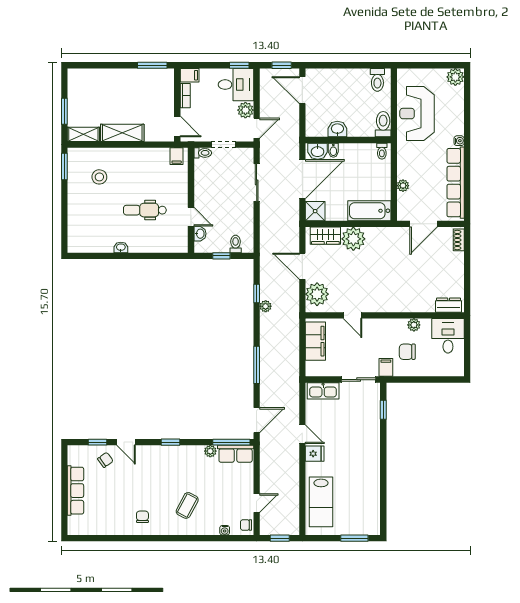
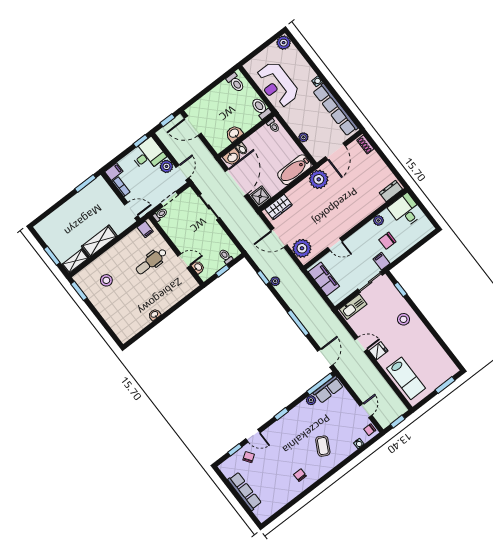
dental chair: (145, 210) -> (151, 261), moved
plant: (353, 239) -> (319, 179), moved
stool: (363, 442) -> (403, 319), added

